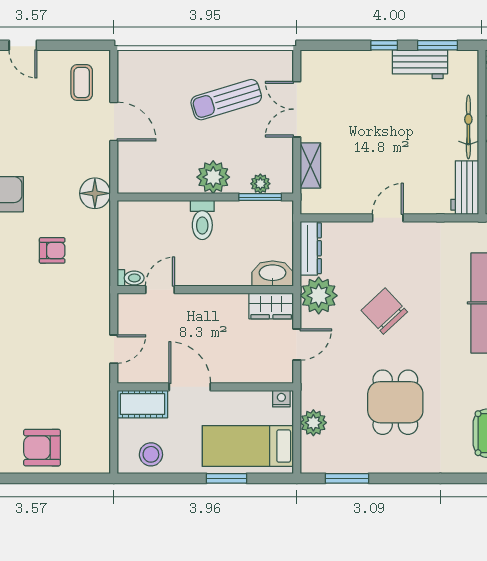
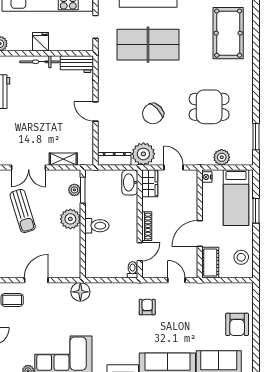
armchair: (52, 250) -> (147, 307), moved
door: (160, 290) -> (140, 252), swing flipped
shoe rack: (202, 301) -> (147, 226), added

